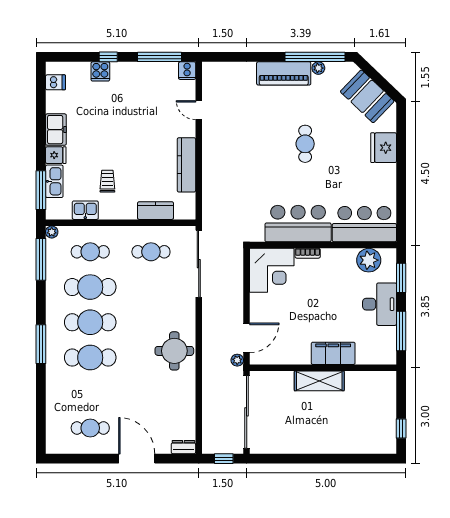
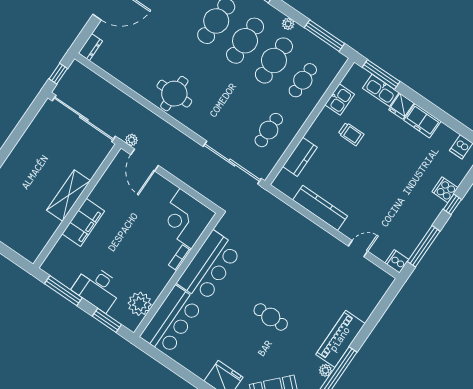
plant: (52, 232) -> (288, 24), moved

